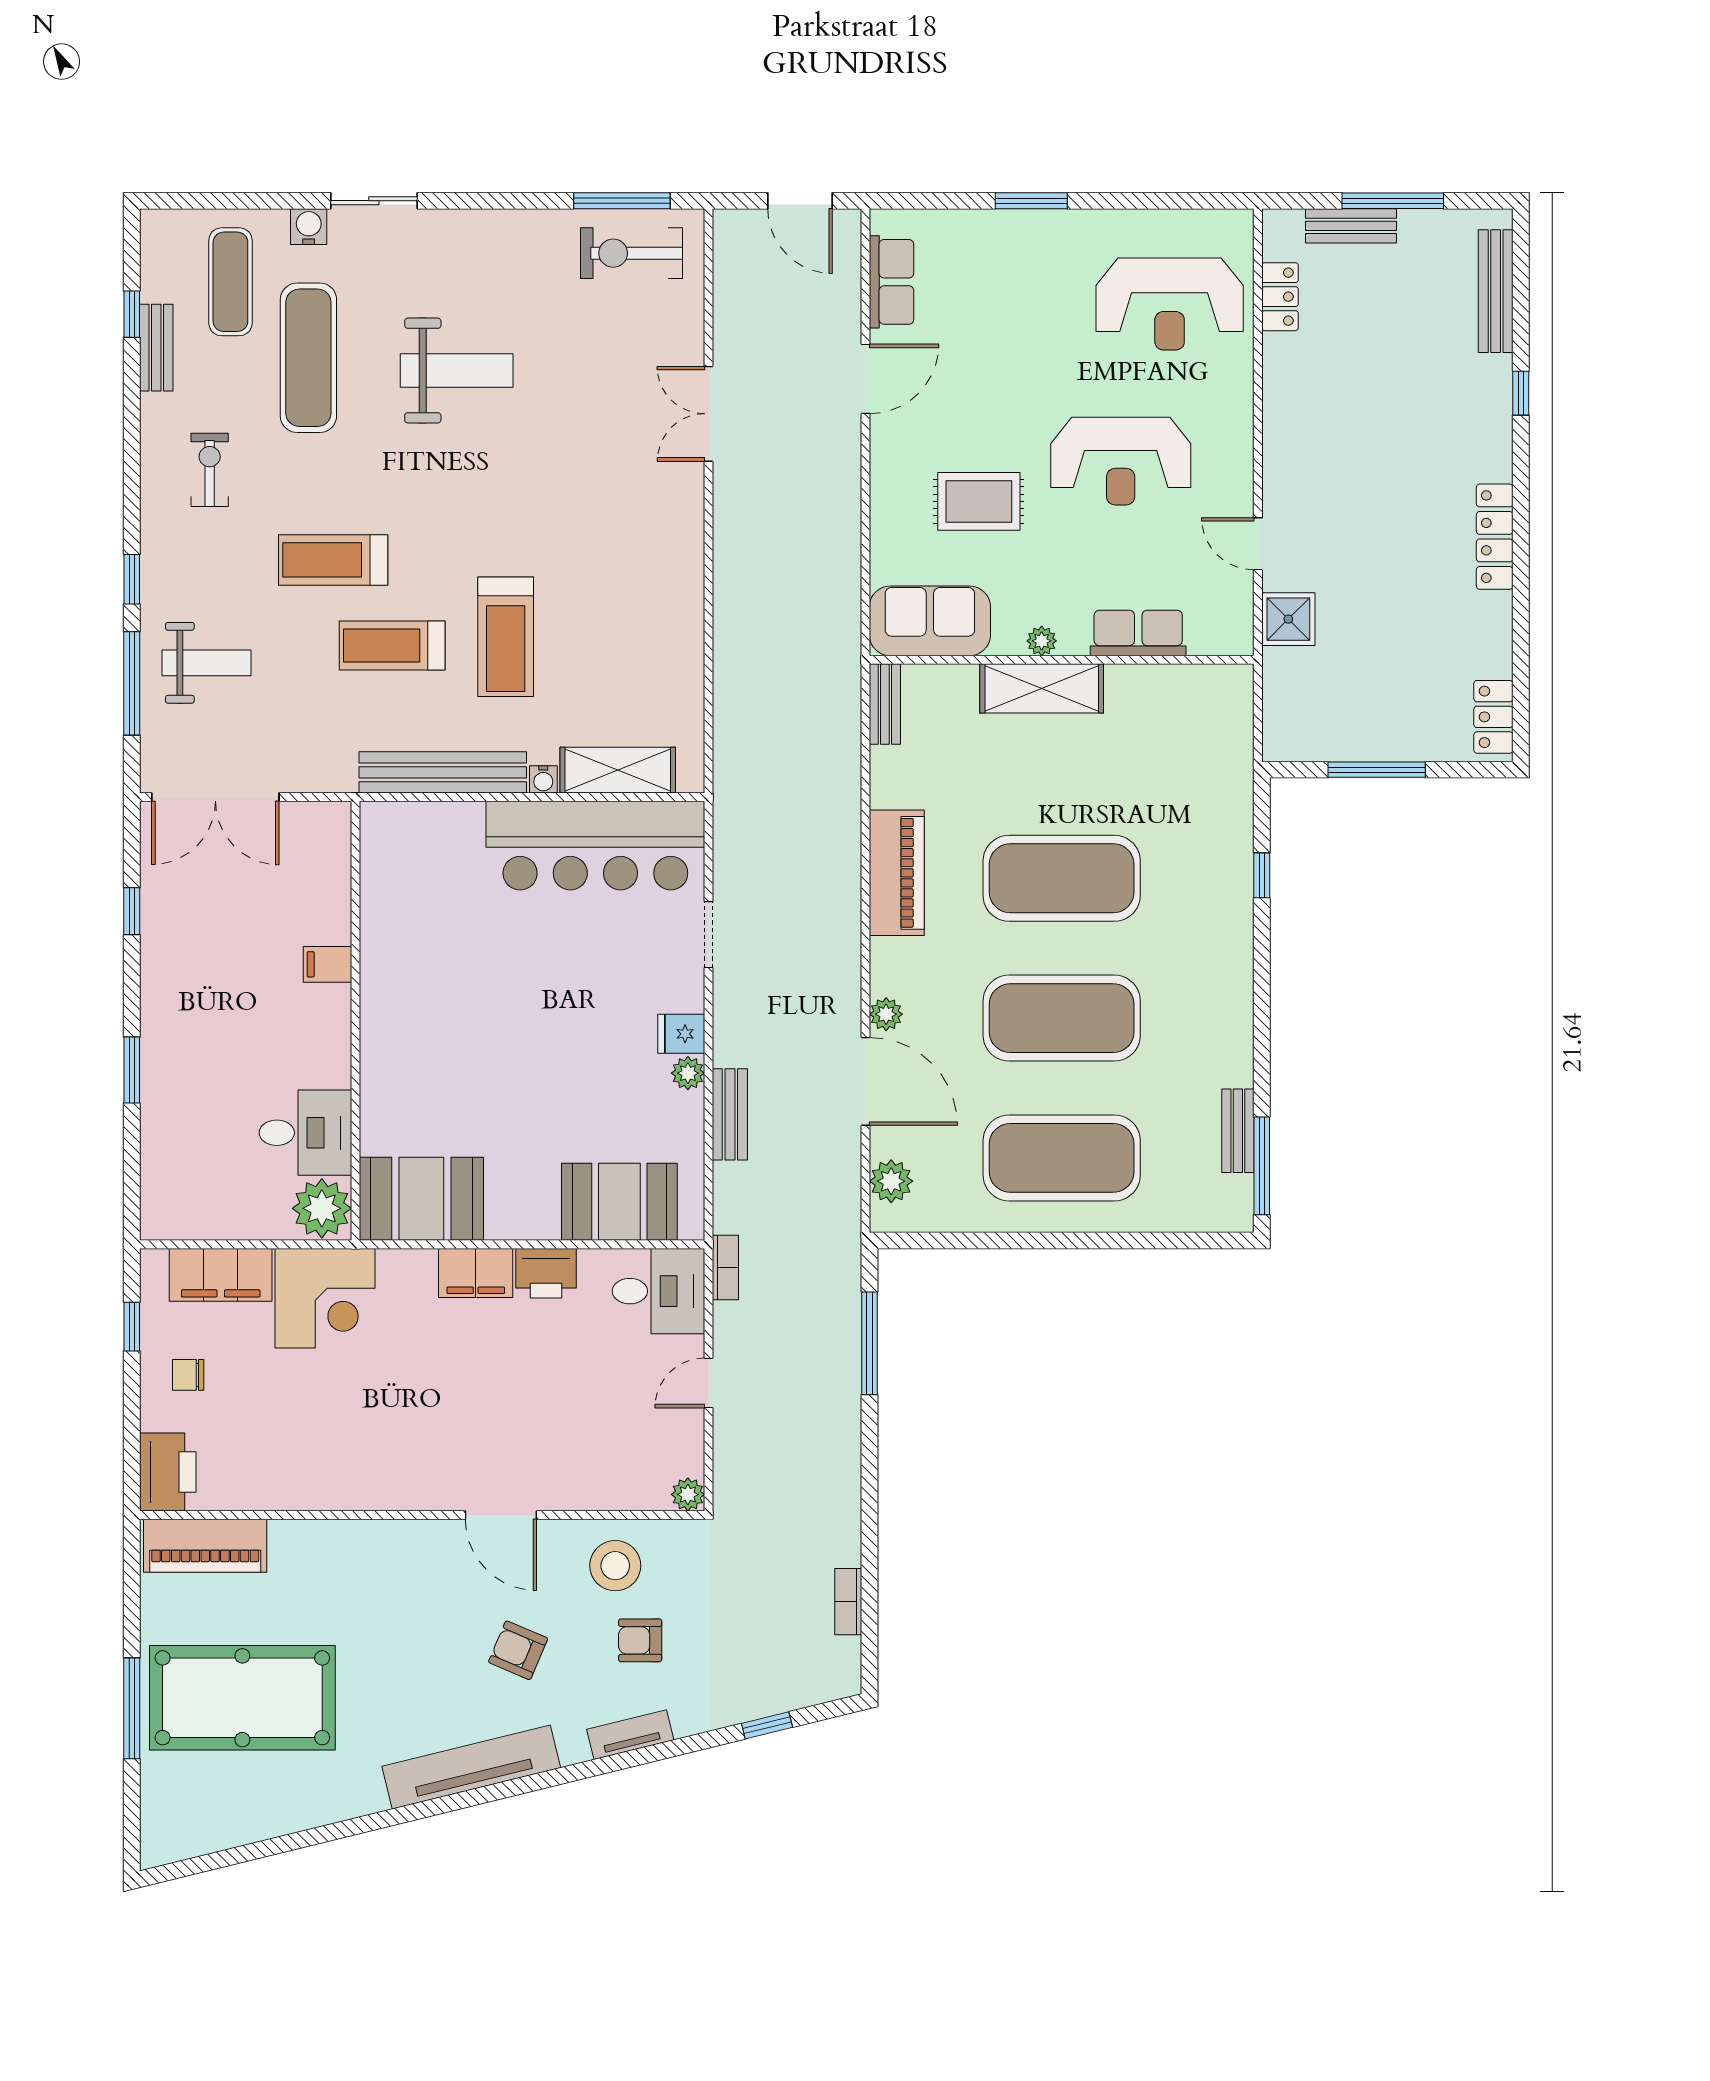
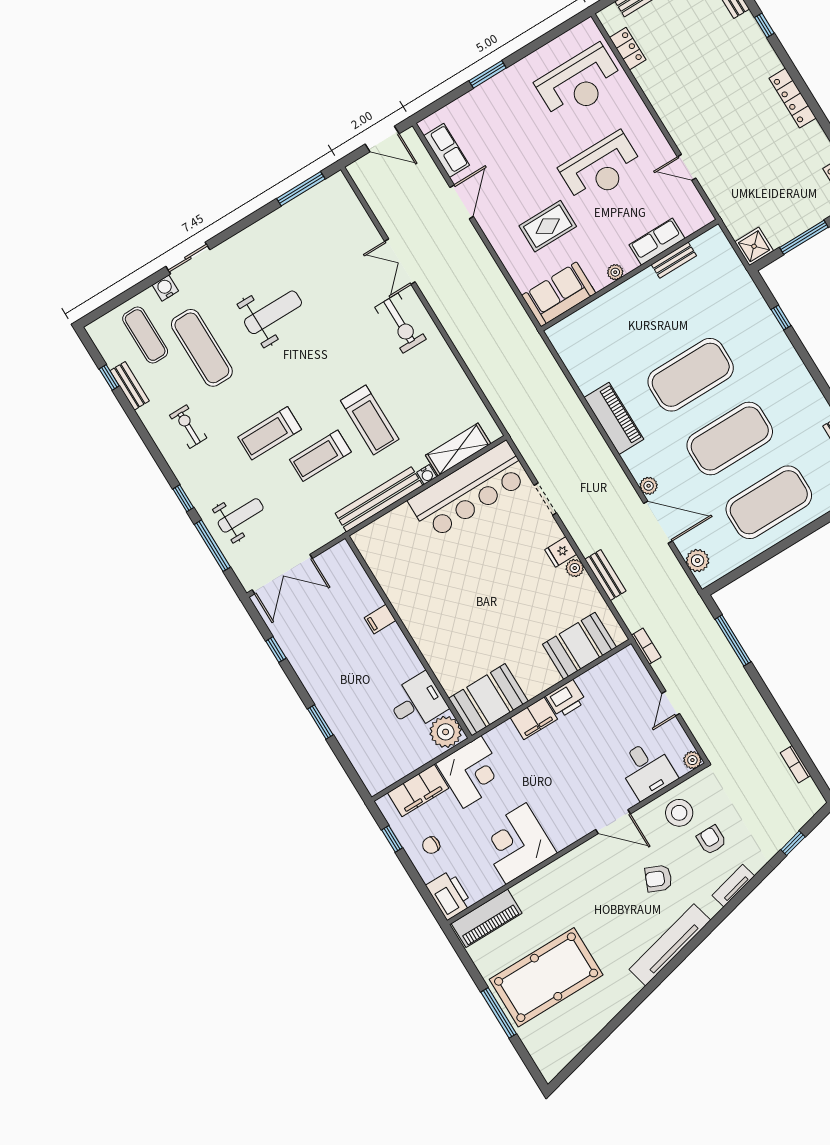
exercise bike: (631, 253) -> (401, 323), moved, turned -90
shower: (1288, 619) -> (754, 246), moved
shelving: (1042, 688) -> (629, 294), removed
bench: (885, 704) -> (674, 260), moved, turned 90
desk: (658, 1291) -> (647, 769), moved, turned 90
corner desk: (325, 1455) -> (516, 843), added
armchair: (640, 1640) -> (711, 840), turned 90

